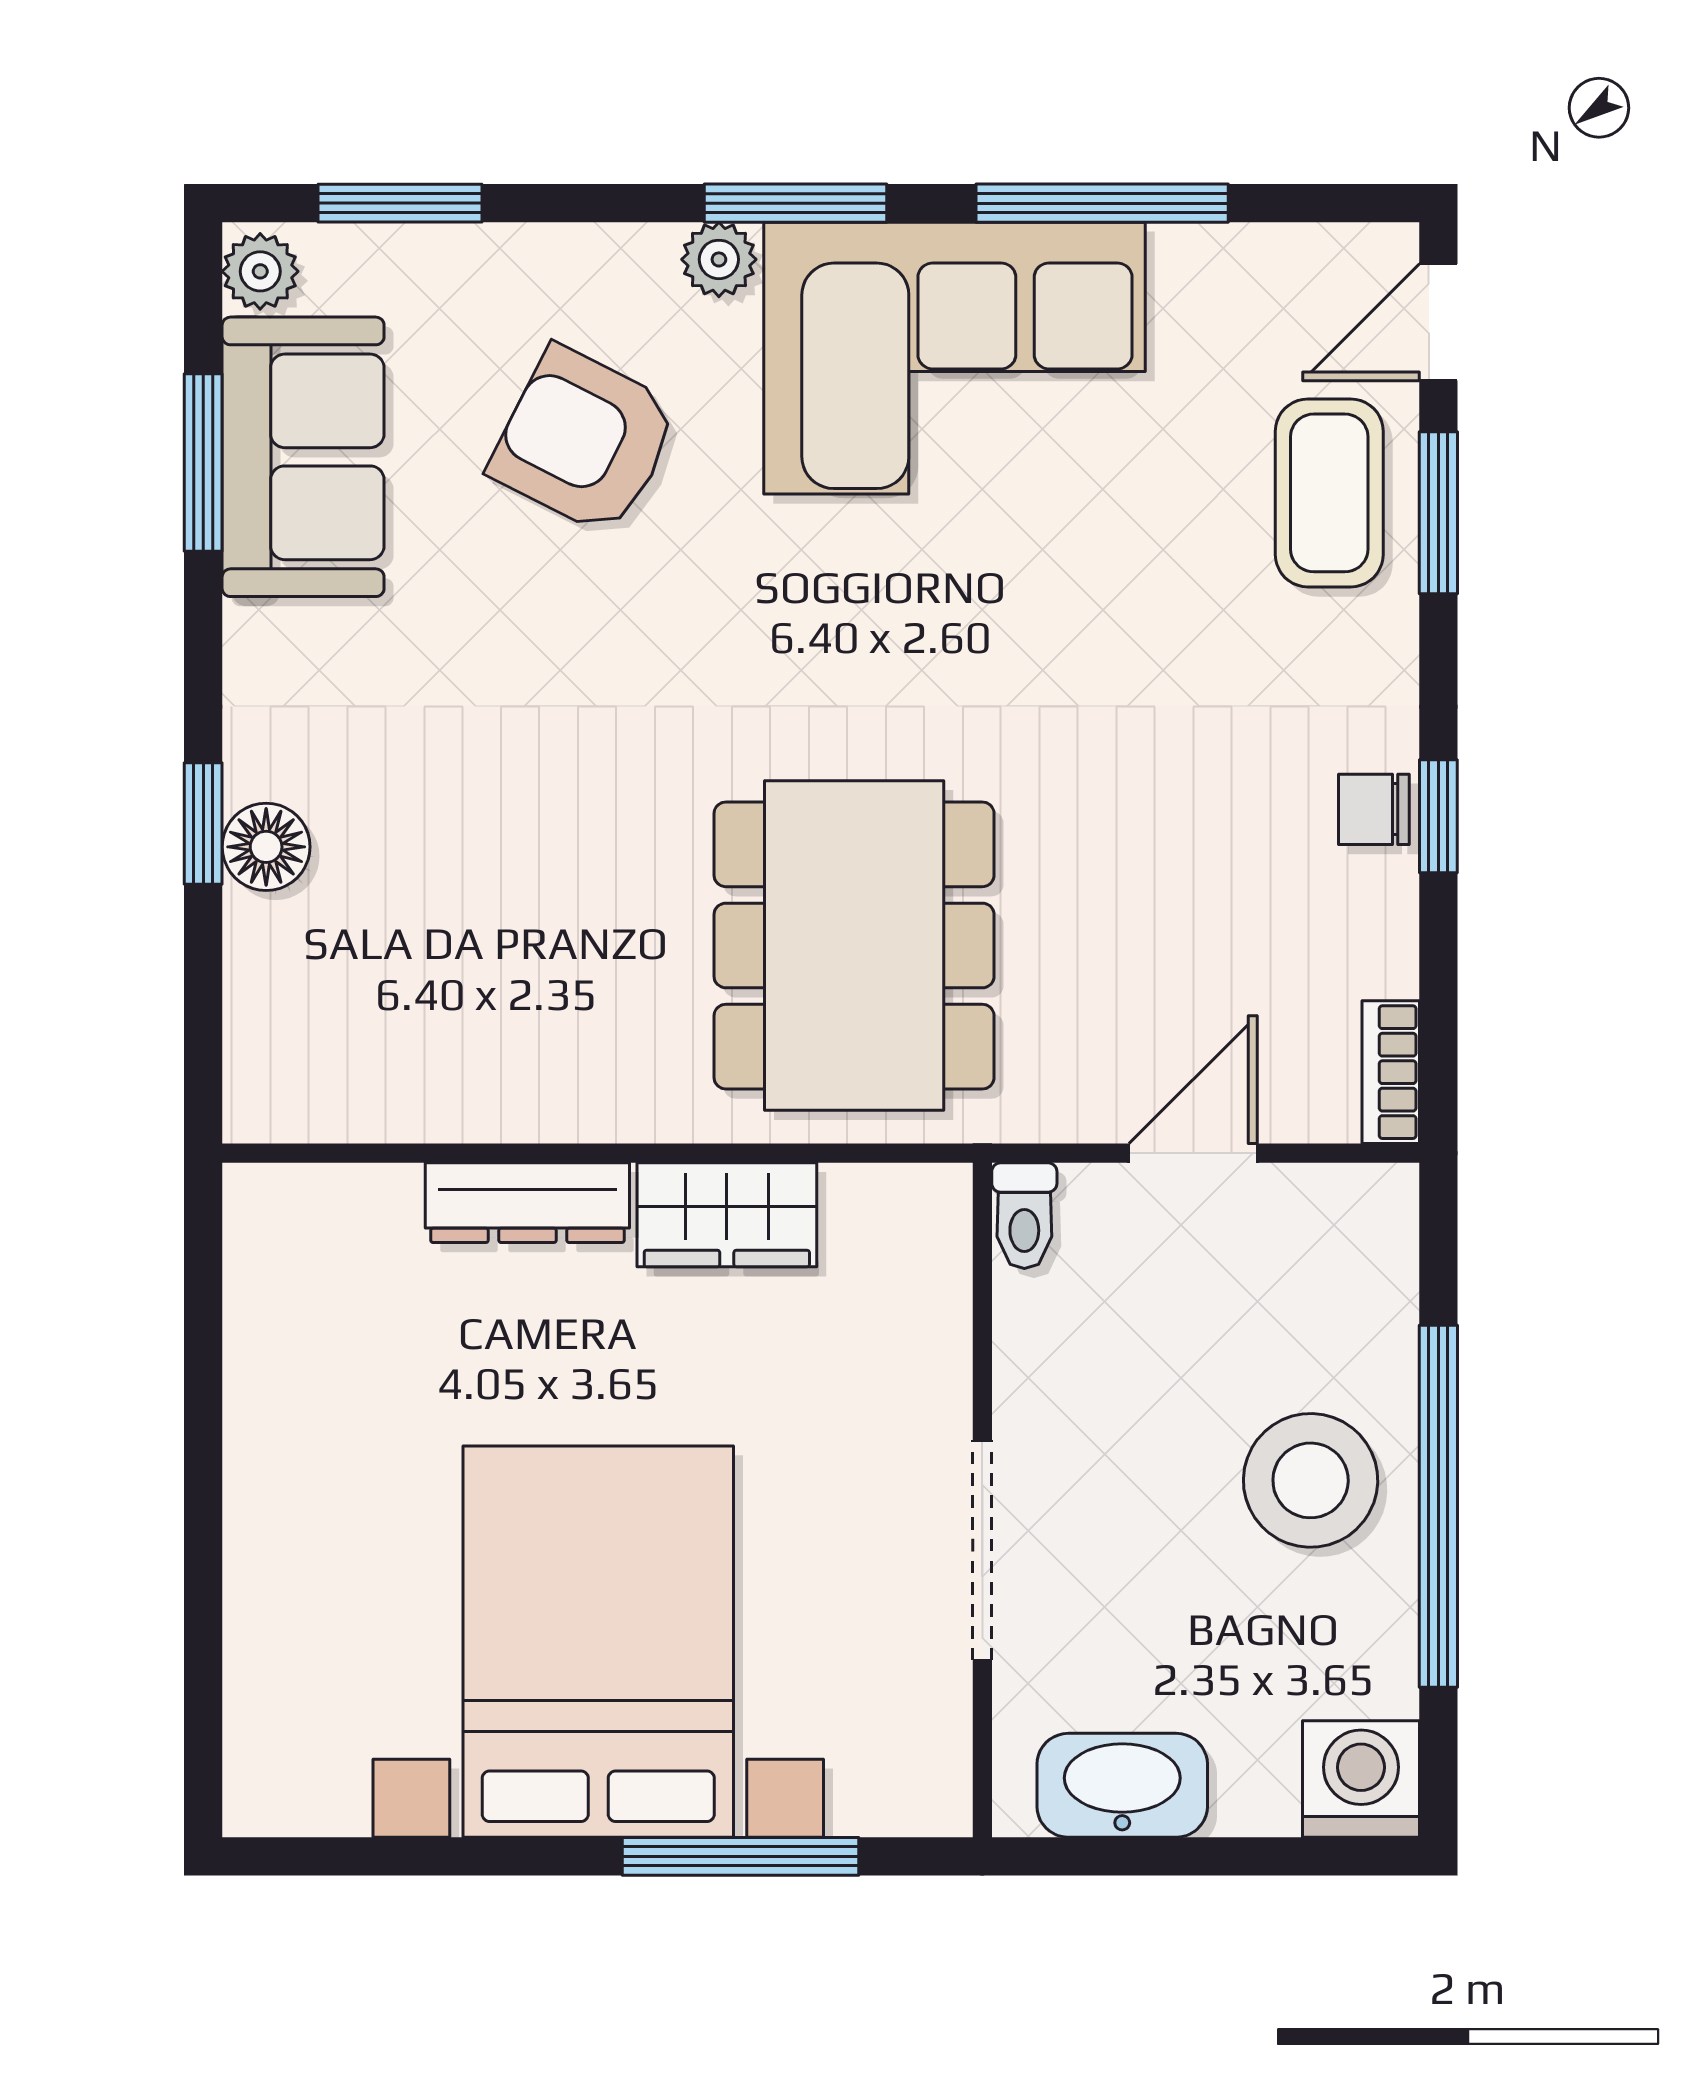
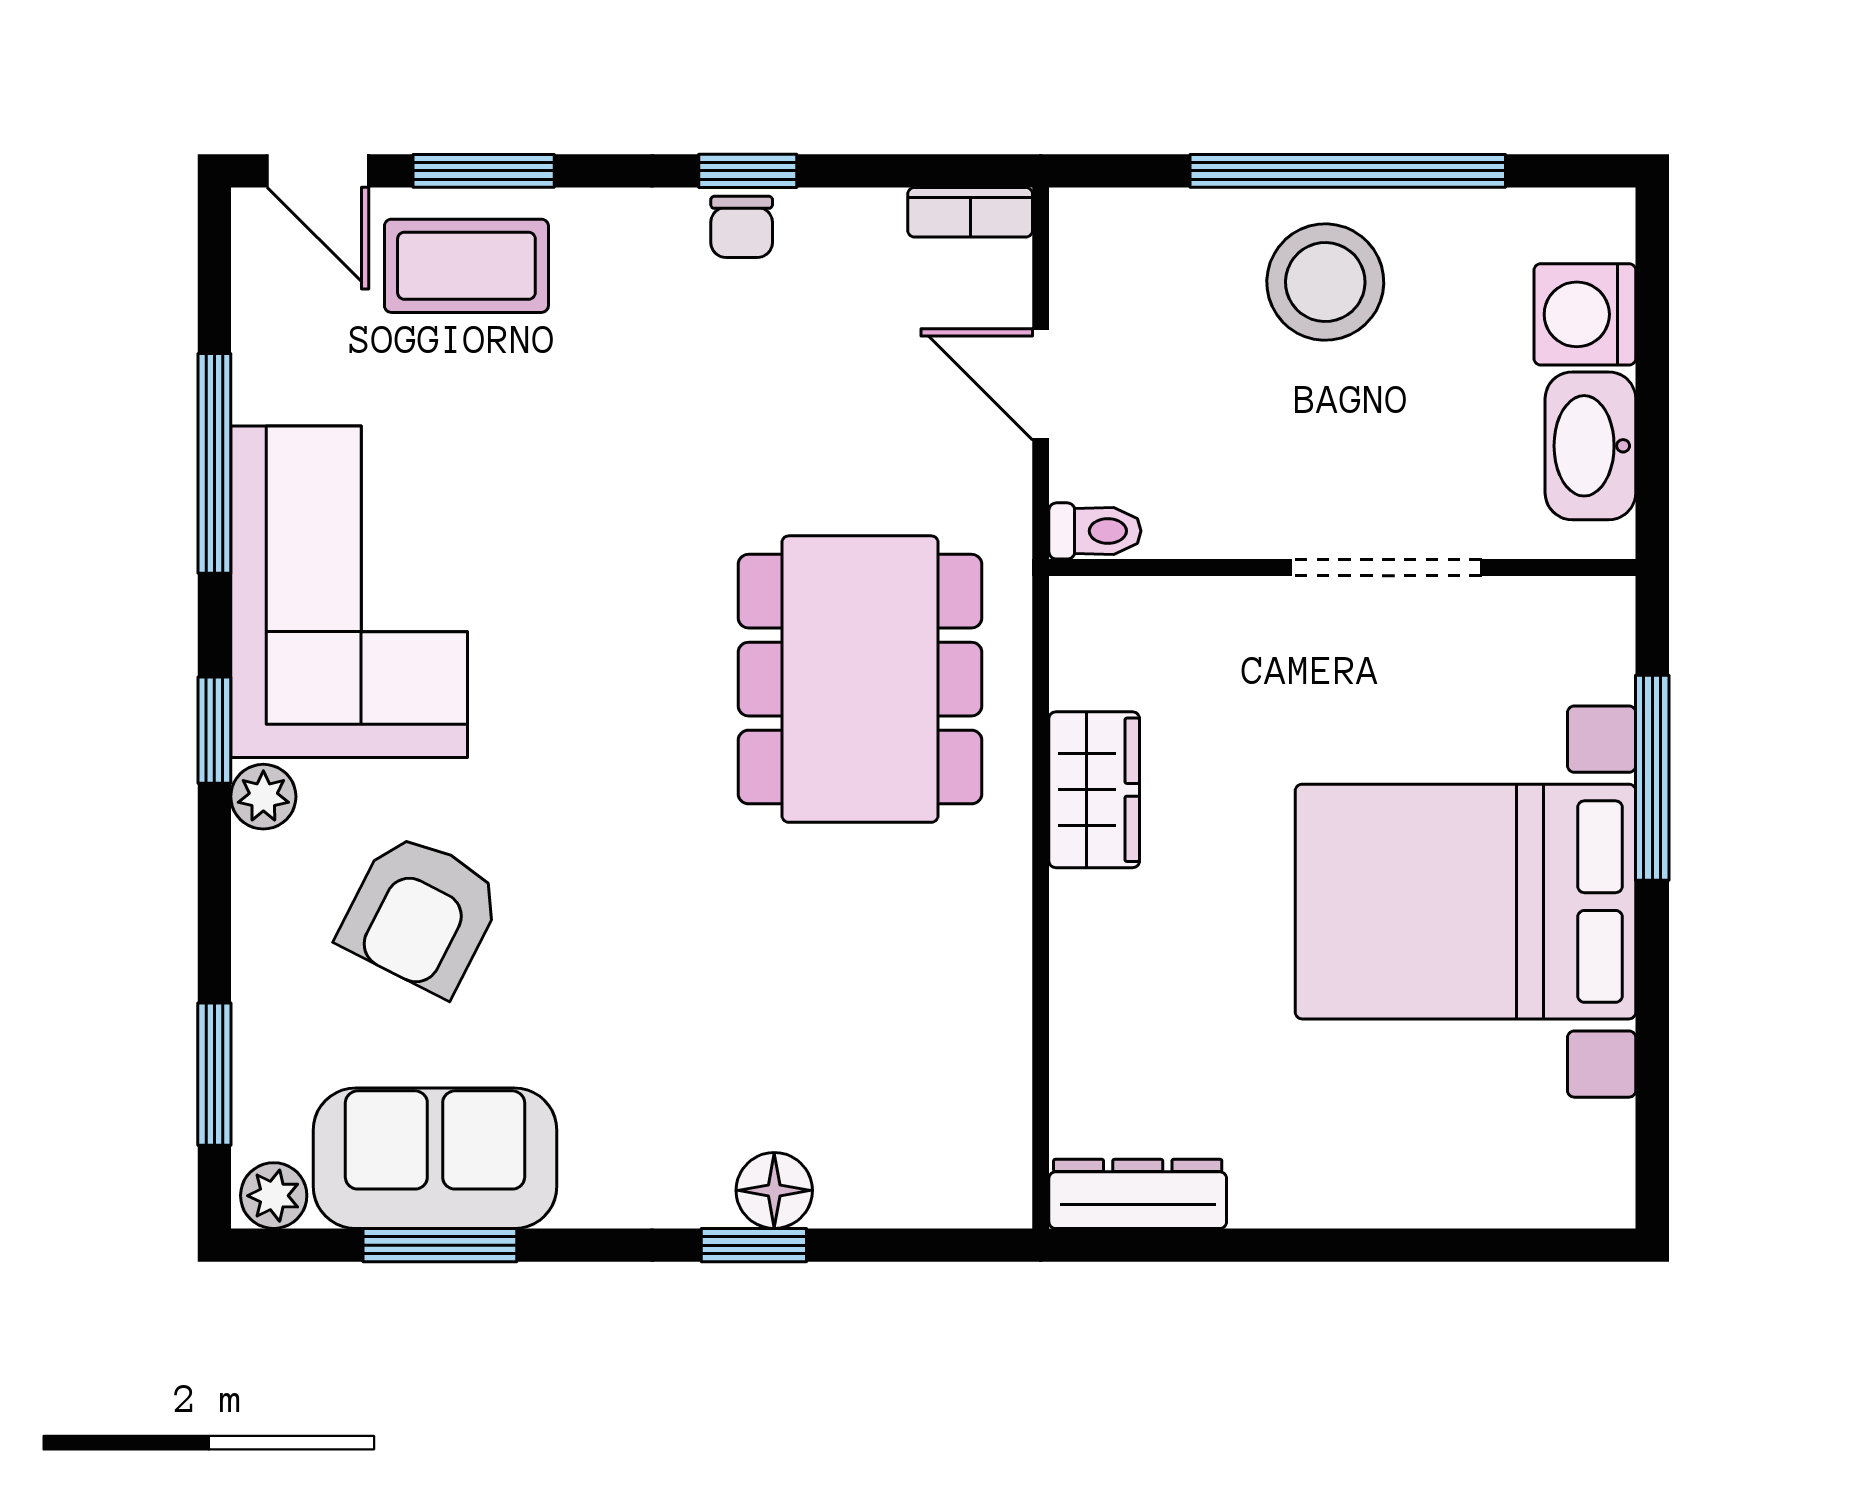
window: (795, 203) -> (214, 730), width x0.67
dining table: (854, 945) -> (860, 679), turned 90
dresser: (527, 1203) -> (1138, 1194), moved, turned -90
washing machine: (1361, 1779) -> (1585, 314), moved

